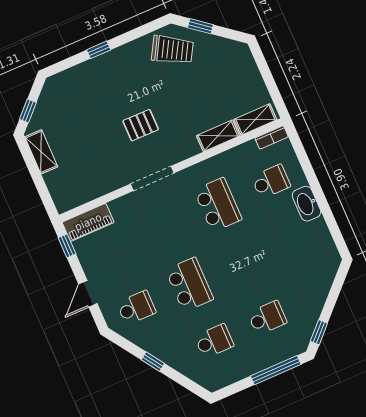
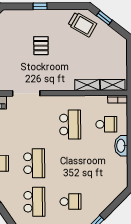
pallet: (141, 125) -> (41, 46), moved, turned 90
doorway: (152, 178) -> (26, 93), moved
school desk: (214, 341) -> (34, 202), width x1.85

